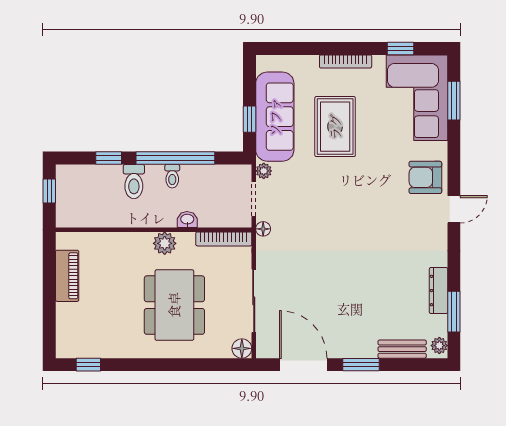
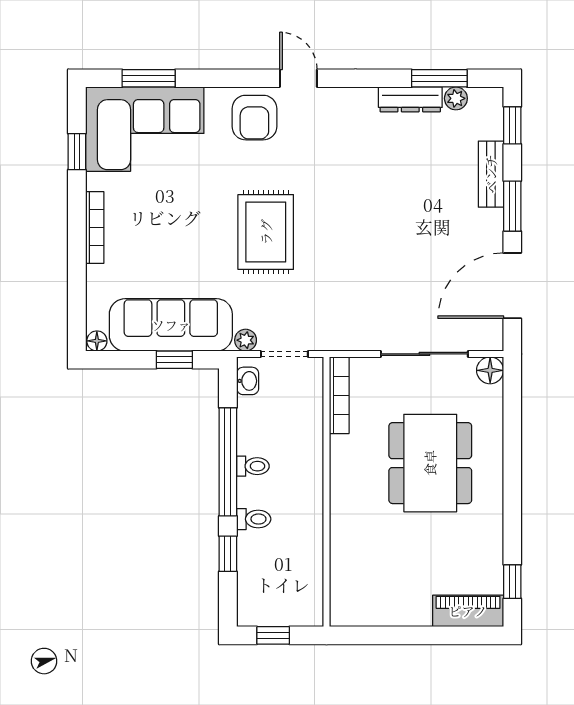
rug: (335, 127) -> (266, 232), moved, turned 90
toilet: (134, 182) -> (254, 519), width x0.73, depth x0.72
washbasin: (187, 220) -> (248, 381), moved, turned 180
floor lamp: (263, 229) -> (97, 341), moved
plant: (165, 243) -> (345, 477), removed
piano: (67, 276) -> (468, 611), moved
dining table: (174, 305) -> (430, 463), turned 90
plant: (439, 346) -> (456, 98), moved
bench: (402, 349) -> (491, 174), moved
window: (420, 365) -> (512, 125), added

